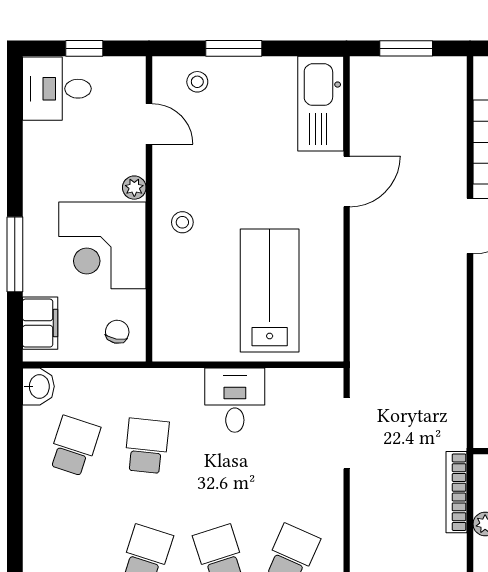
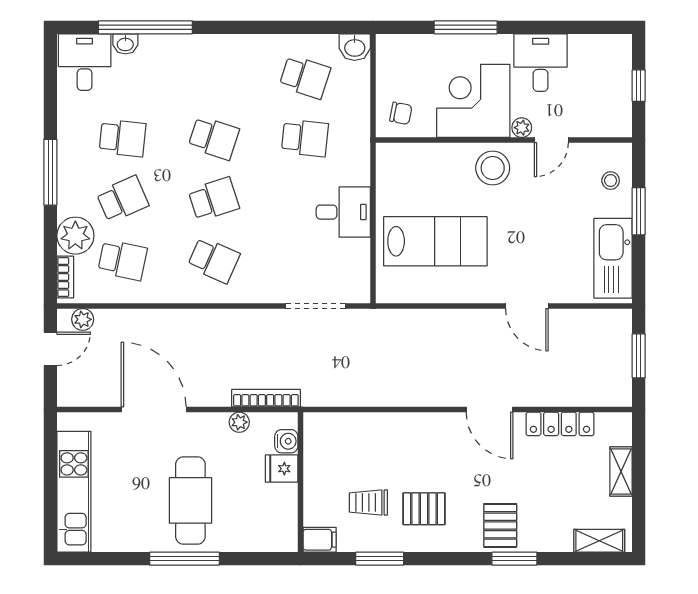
desk: (57, 89) -> (541, 63), moved
kitchen sink: (321, 104) -> (613, 258), moved, turned -90
door: (149, 124) -> (551, 140), moved
stool: (182, 222) -> (493, 168), width x1.89, depth x1.89
filing cabinet: (40, 323) -> (408, 49), removed

